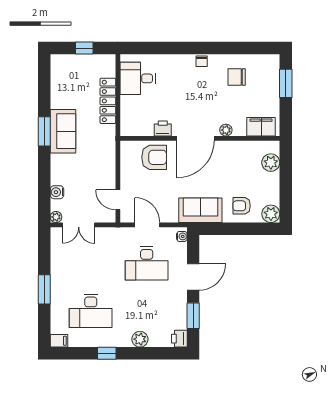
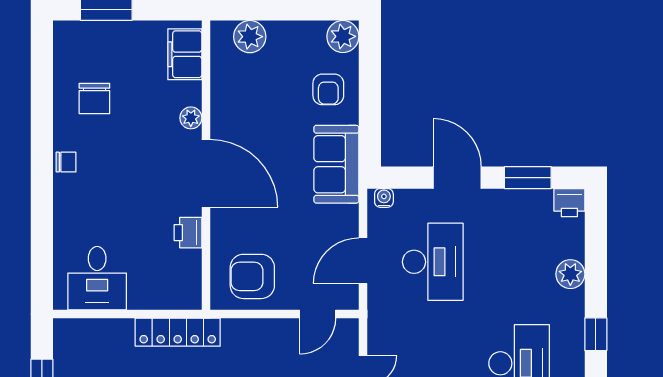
locker: (108, 101) -> (178, 332), moved
armchair: (154, 157) -> (252, 276), moved, turned -90

